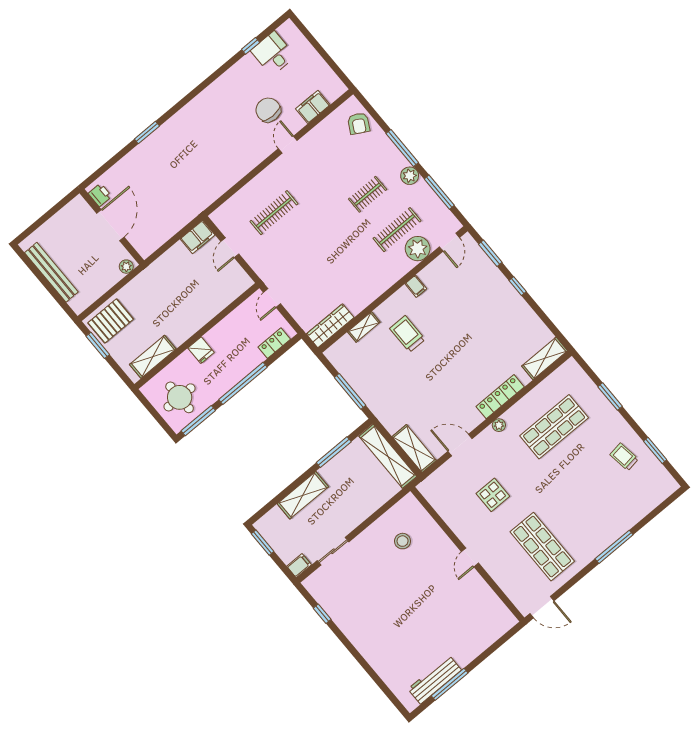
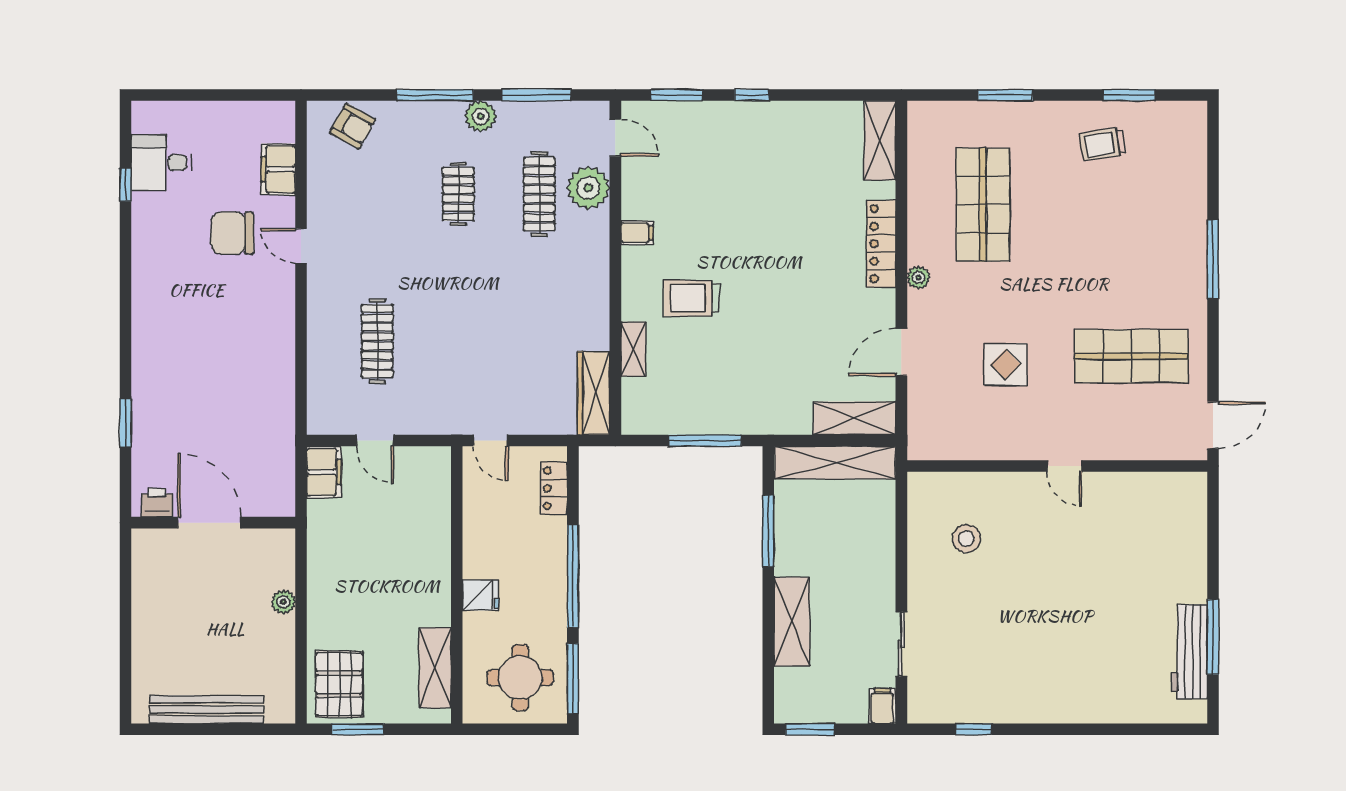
printer: (100, 195) -> (157, 503), moved
door: (110, 225) -> (209, 523), moved
wall: (112, 227) -> (213, 523), moved

